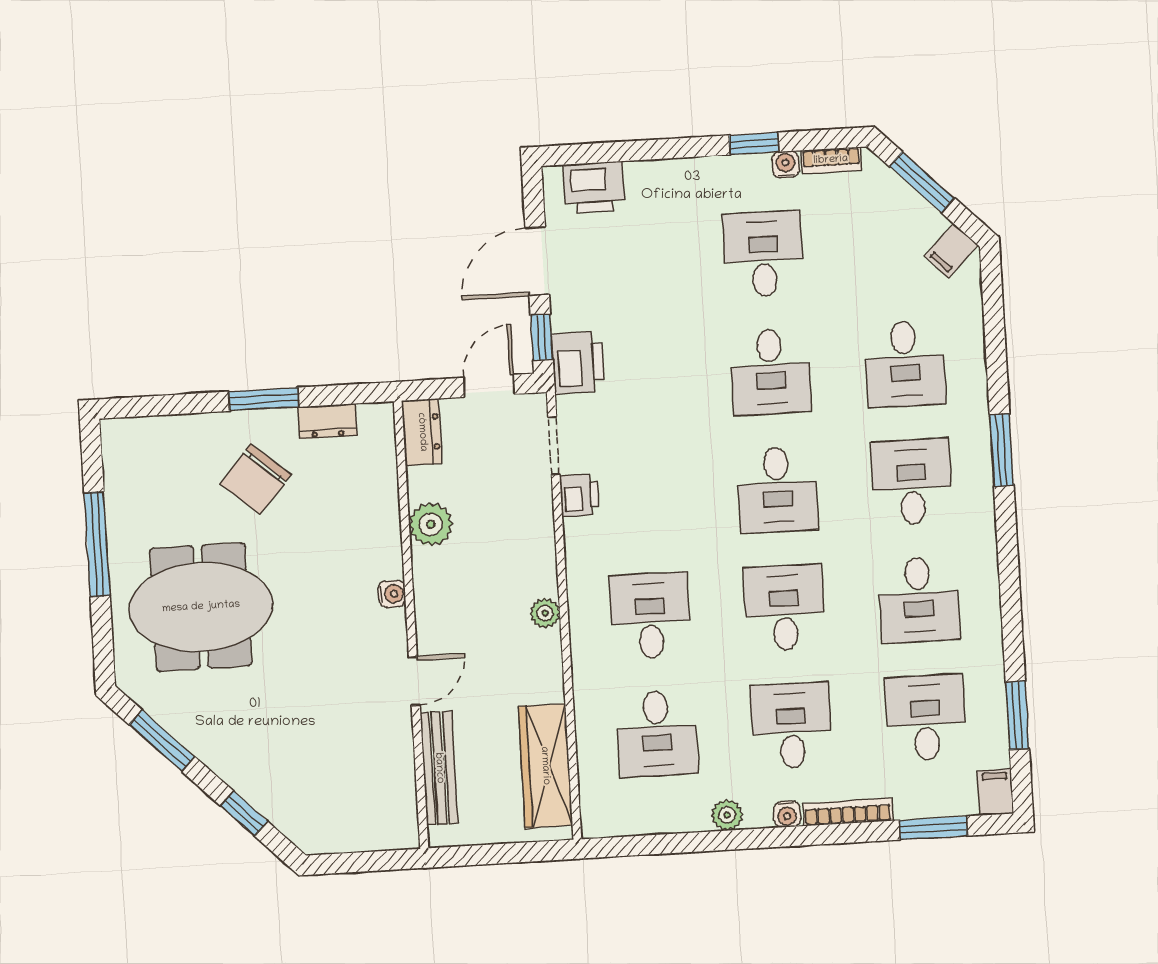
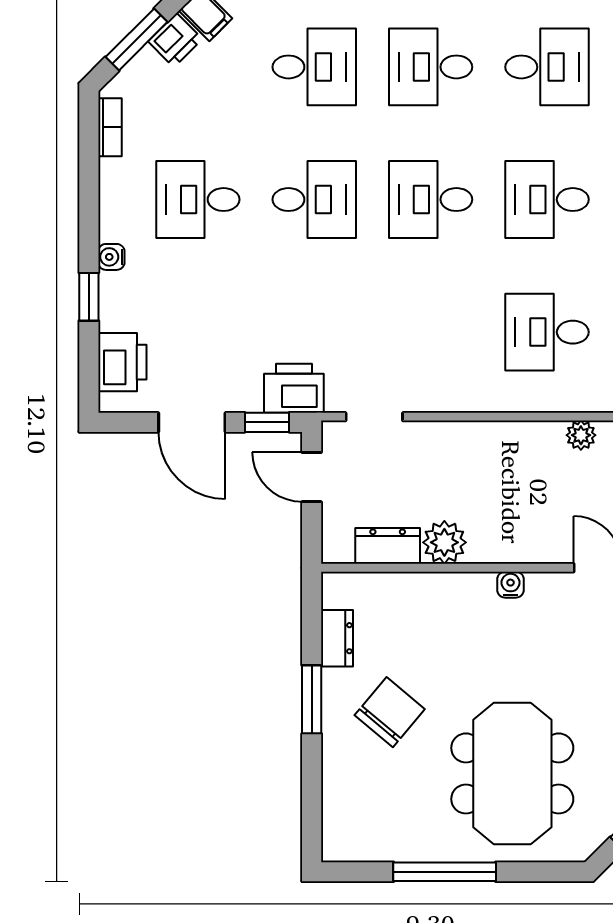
window: (754, 144) -> (89, 297), moved
water cooler: (786, 165) -> (111, 257), moved
dresser: (422, 432) -> (388, 546), moved
chair: (255, 479) -> (390, 712), turned -91
desk: (777, 490) -> (431, 200), turned 180
printer: (579, 495) -> (175, 40), moved, turned 135
plant: (545, 613) -> (581, 435), moved

